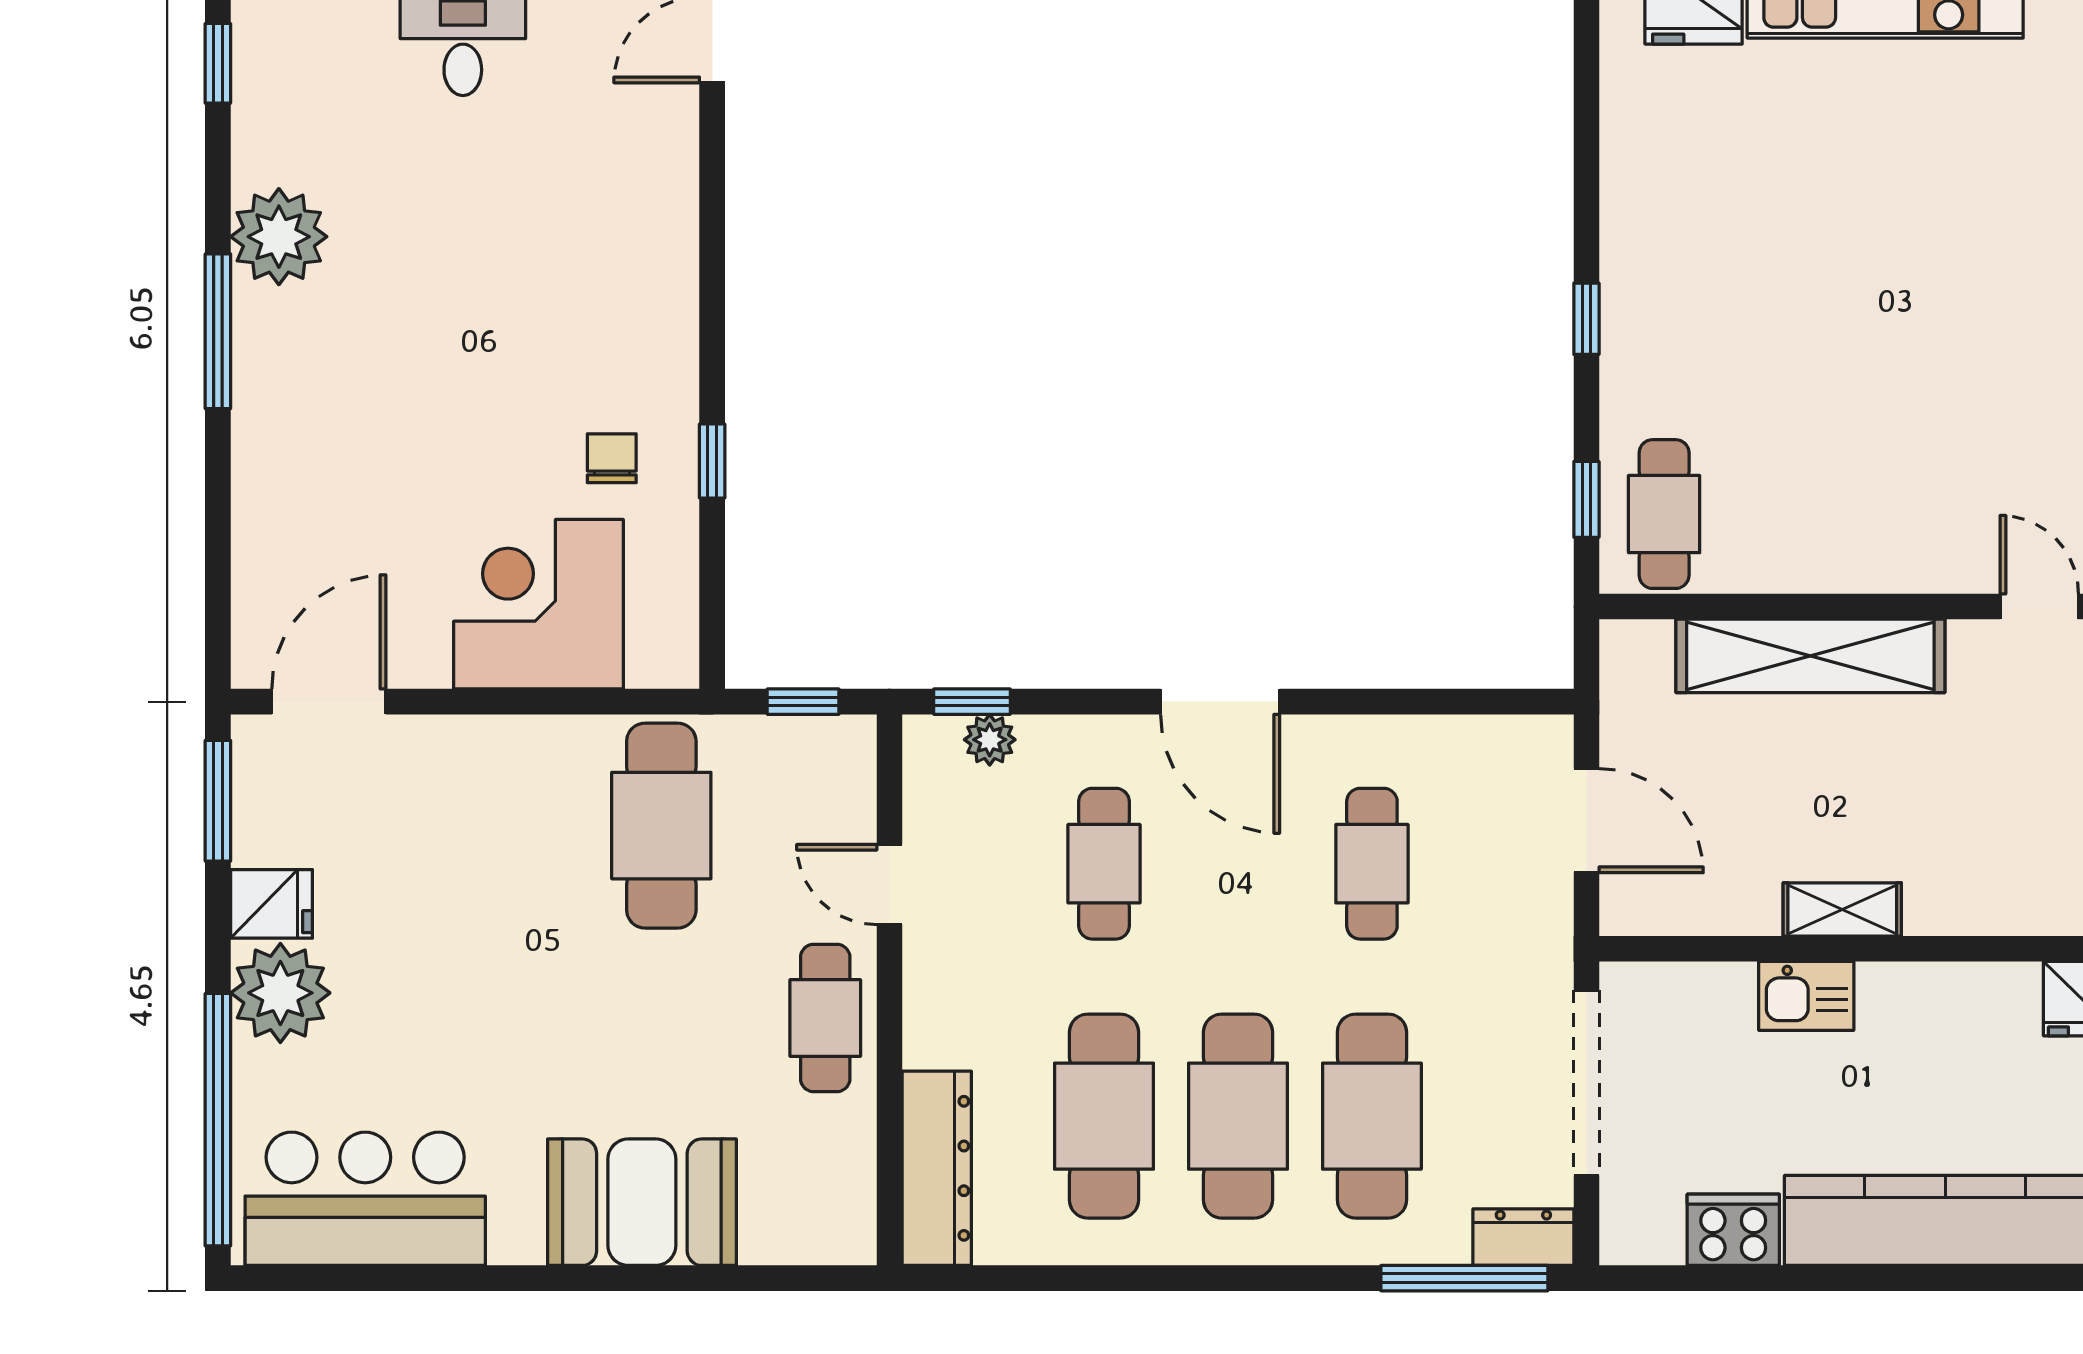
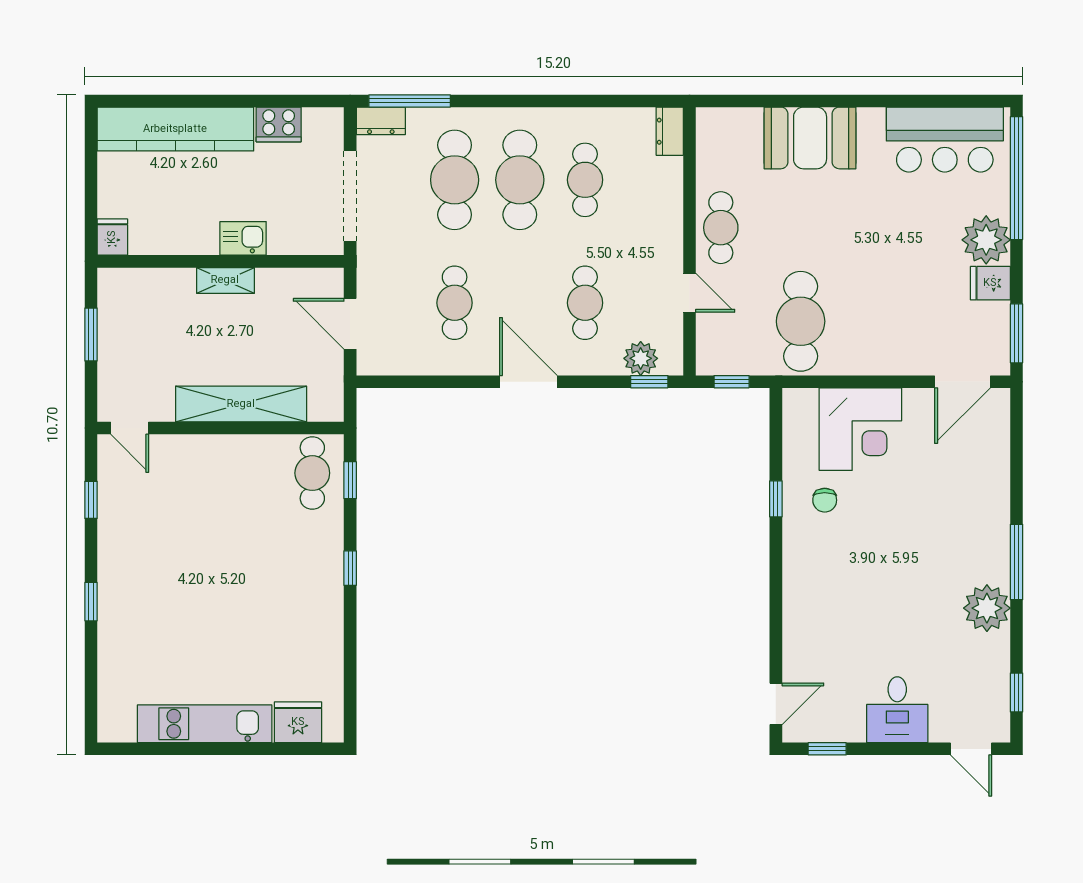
plant: (990, 740) -> (641, 358), width x1.38, depth x1.38
cafe table: (1104, 1116) -> (585, 180), width x0.73, depth x0.74
dresser: (937, 1168) -> (670, 131), width x0.51, depth x0.80

